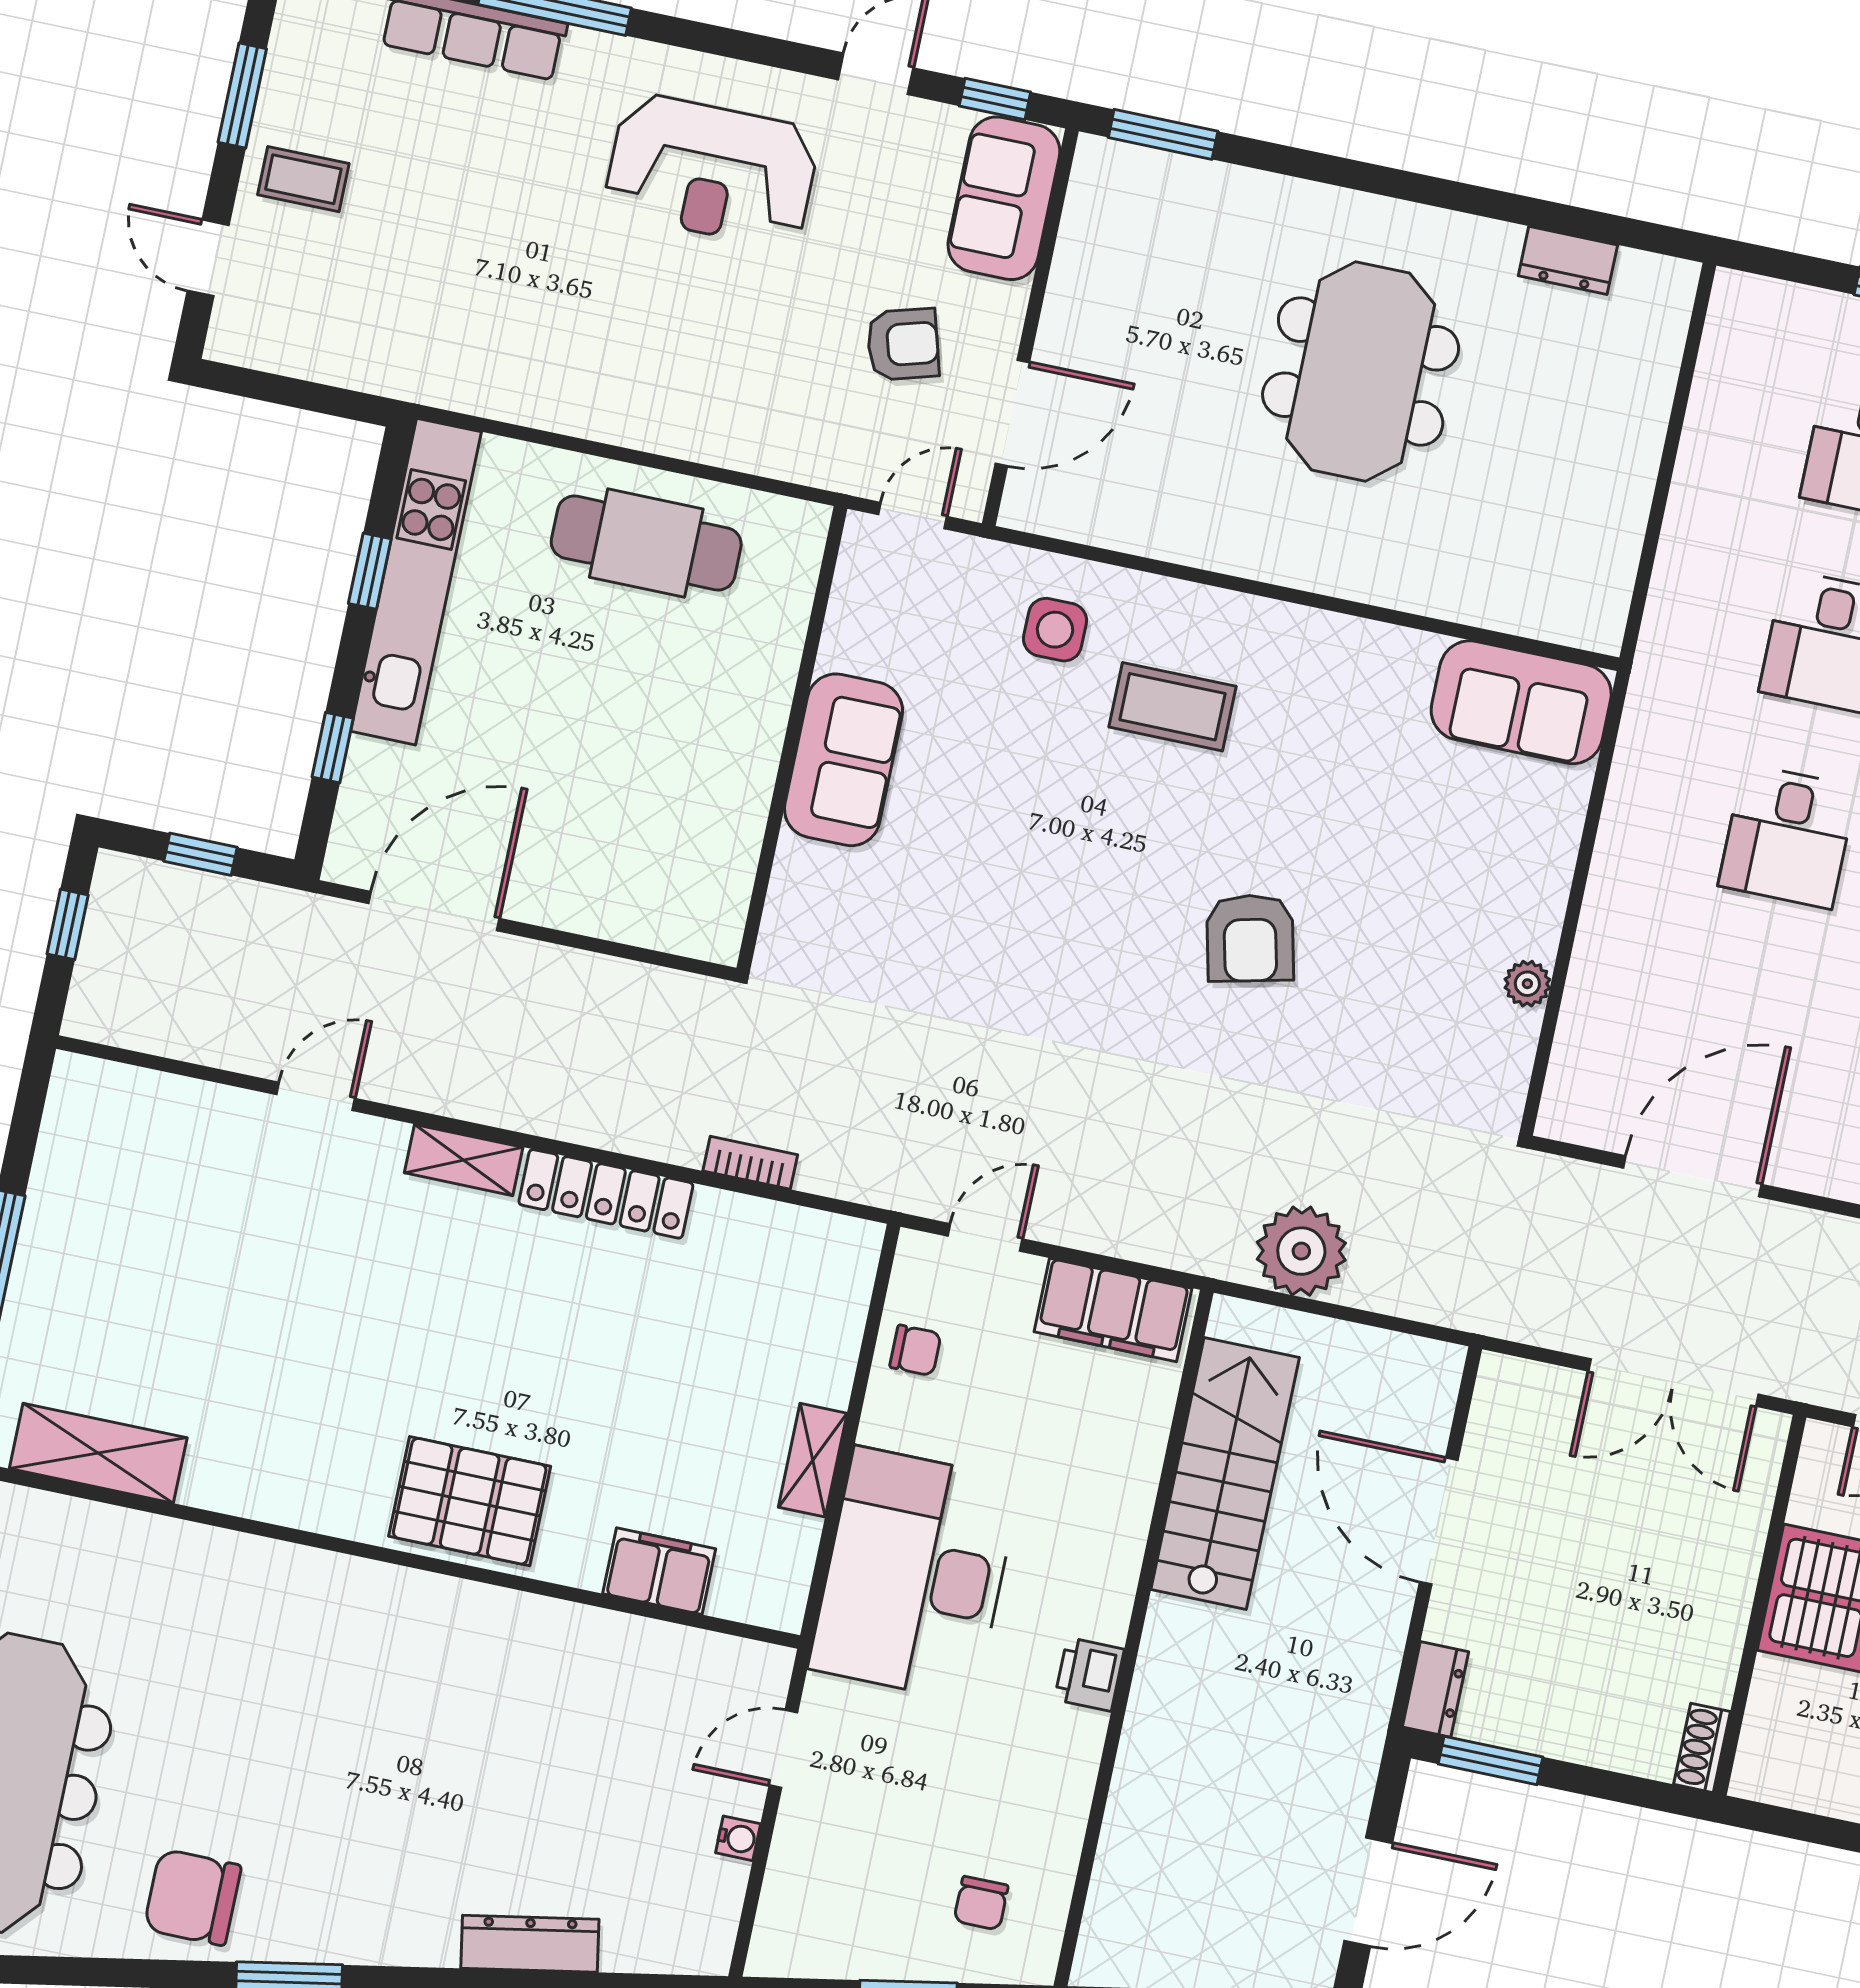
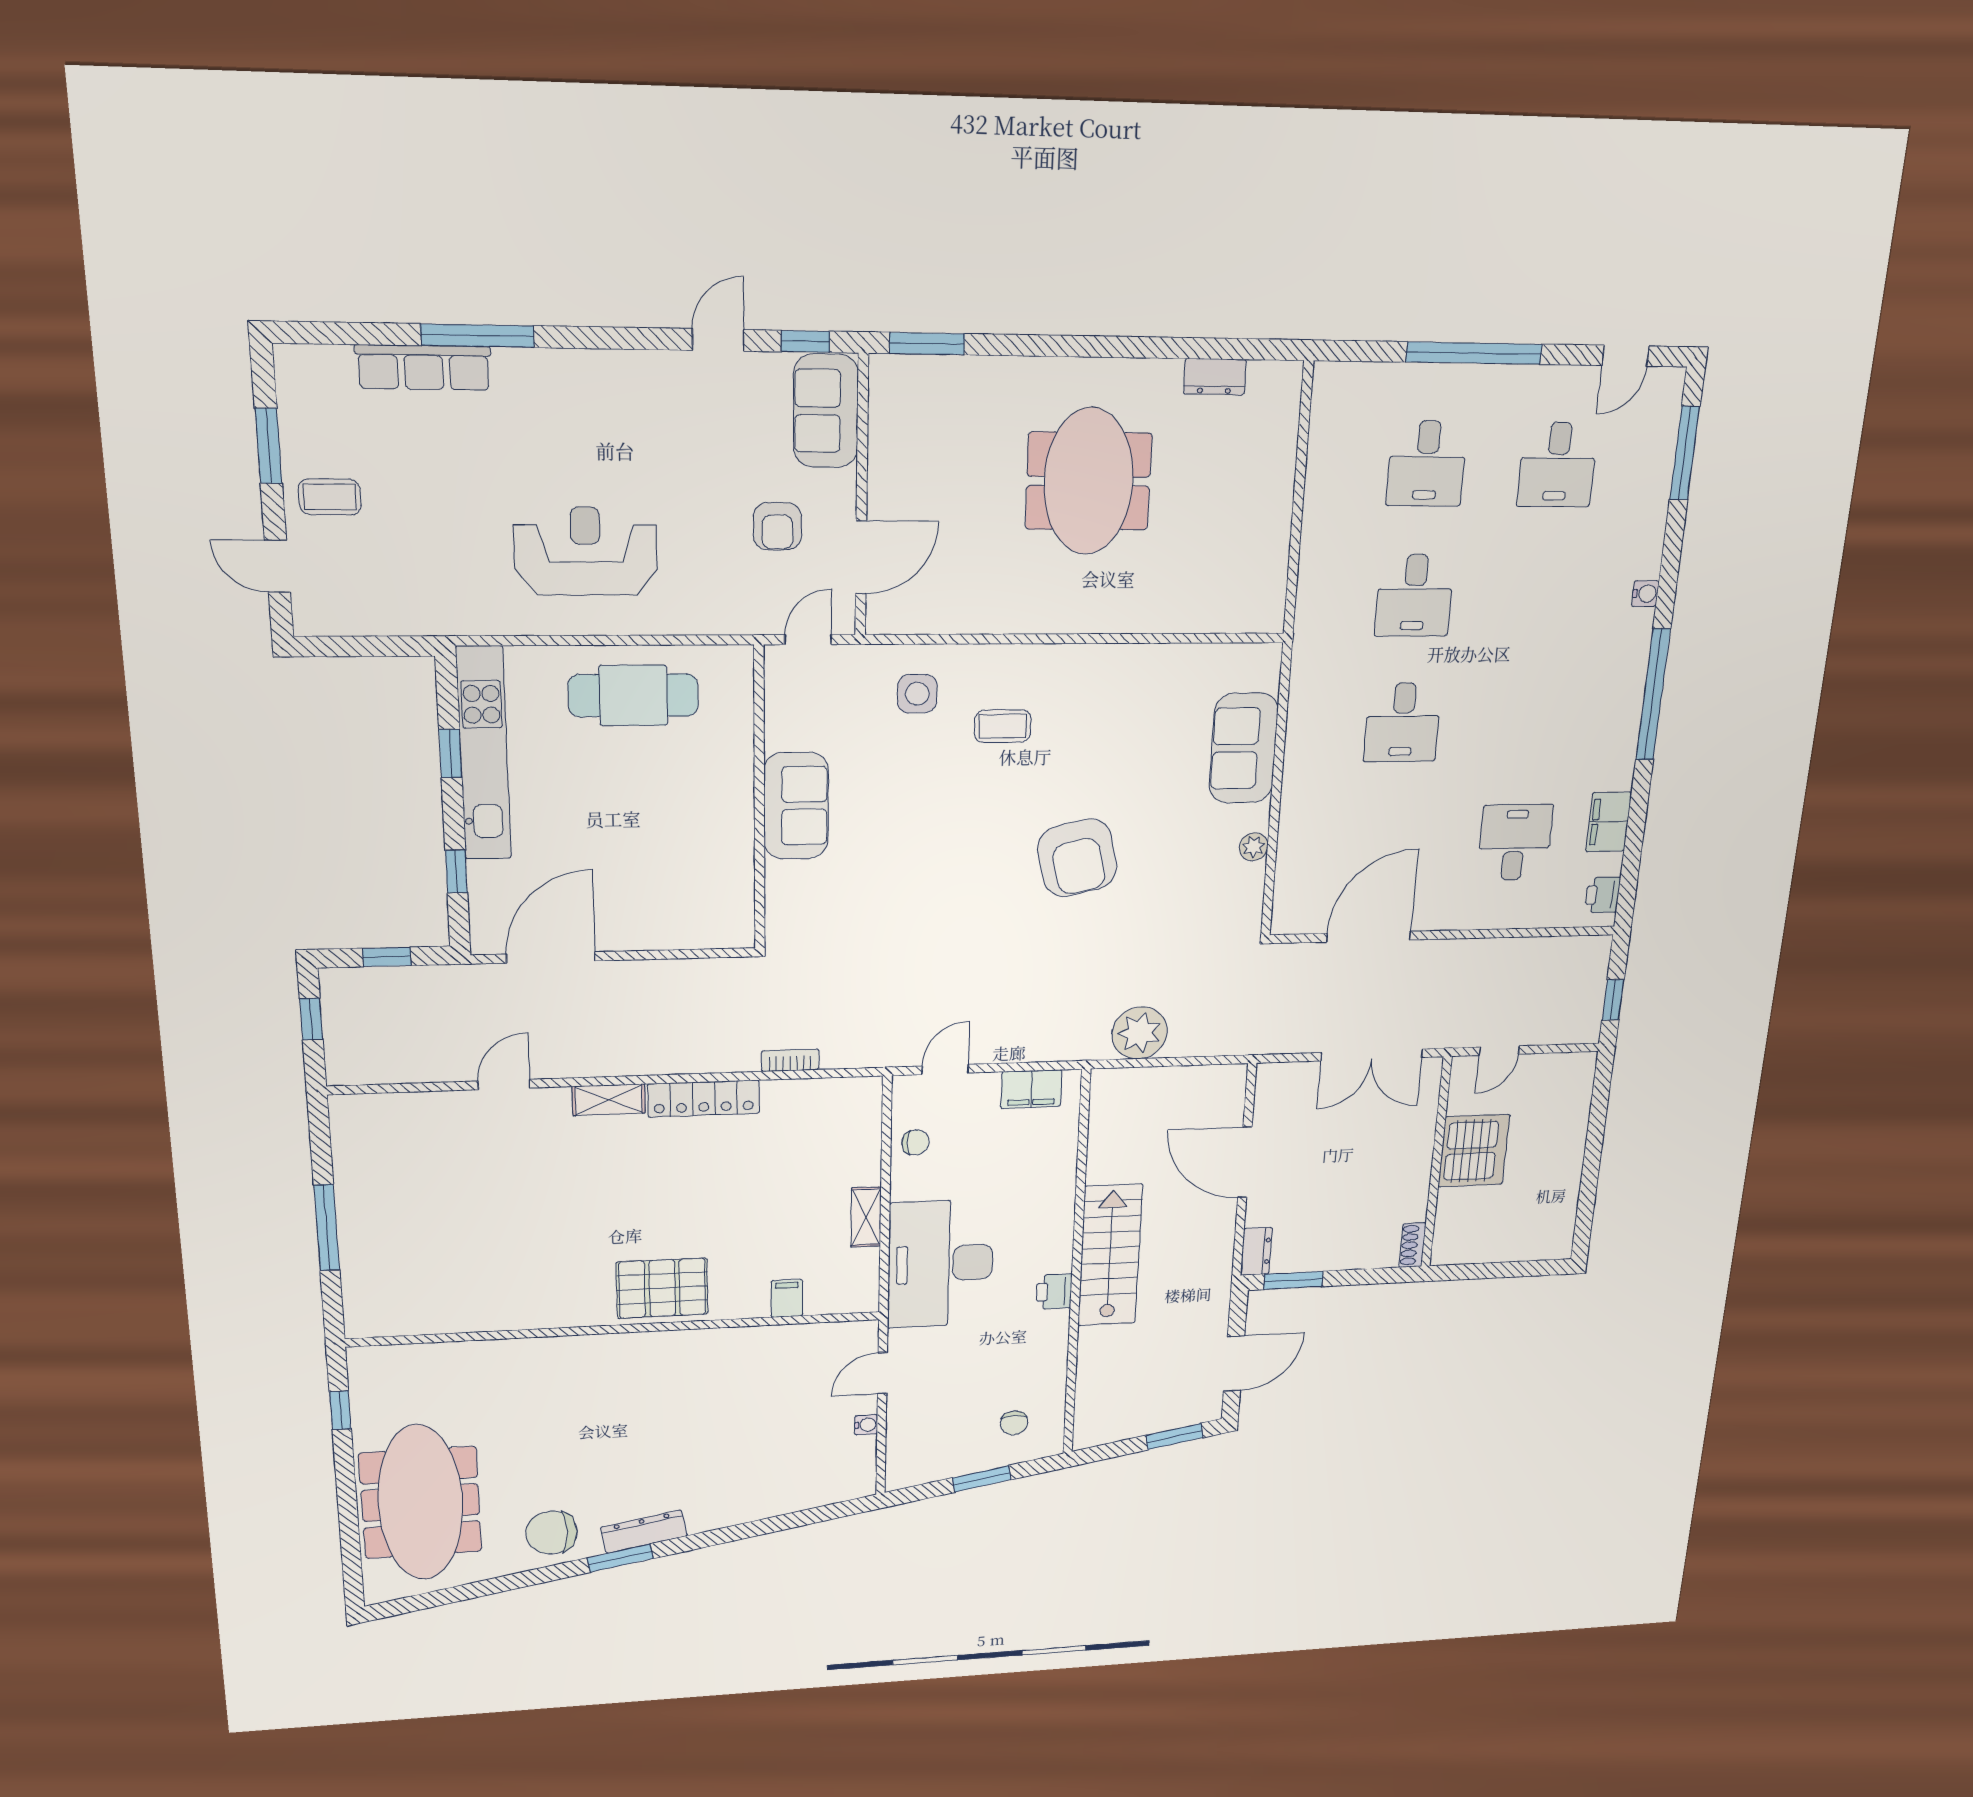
reception desk: (712, 171) -> (586, 551), moved, turned 180
armchair: (903, 344) -> (777, 526), turned 106
sofa: (1521, 702) -> (1244, 748), moved, turned 90
coffee table: (1172, 707) -> (1003, 726), width x0.73, depth x0.77
armchair: (1250, 938) -> (1077, 858), width x1.36, depth x1.36
filing cabinet: (1113, 1310) -> (1031, 1089), width x0.67, depth x0.86
shelving: (98, 1453) -> (424, 1316), removed
stairs: (1225, 1474) -> (1110, 1255), moved
filing cabinet: (659, 1571) -> (787, 1298), width x0.50
dresser: (530, 1944) -> (644, 1532), moved

